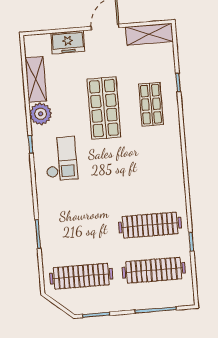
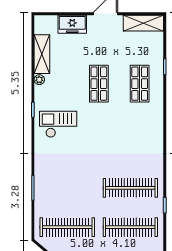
shop shelf: (104, 108) -> (99, 84), width x0.70, depth x0.74
plant: (41, 114) -> (39, 80), width x0.53, depth x0.53
checkout: (61, 159) -> (58, 124), turned -90

